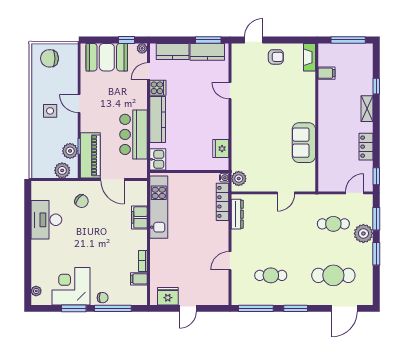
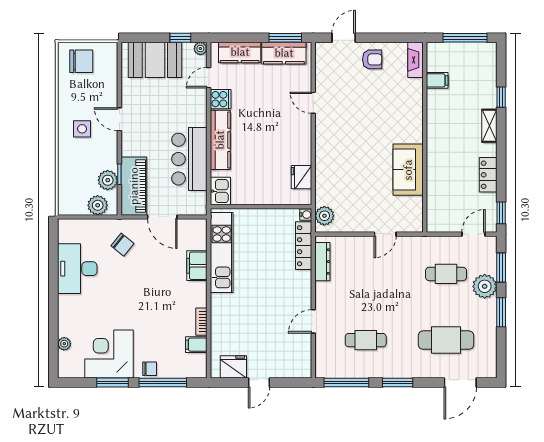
chair: (49, 58) -> (81, 61), turned 180
plant: (36, 291) -> (64, 344), moved

